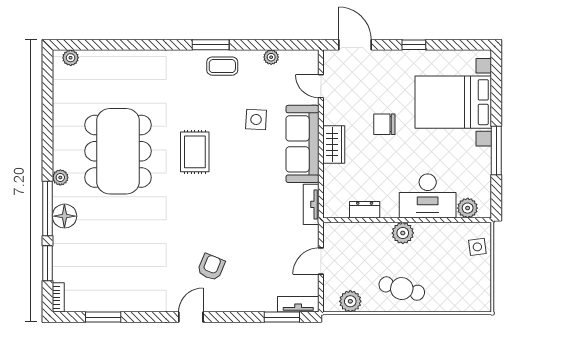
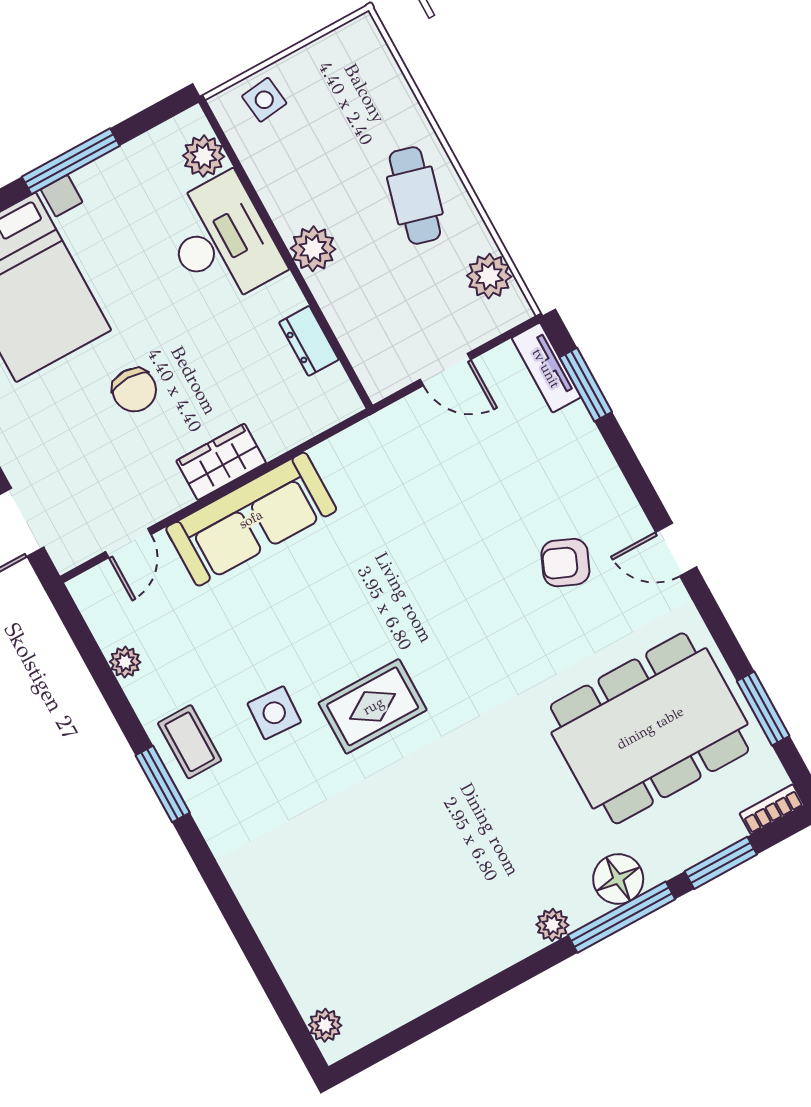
side table: (256, 119) -> (274, 713), moved
dining table: (118, 151) -> (650, 728), moved
tv unit: (311, 204) -> (352, 443), removed

